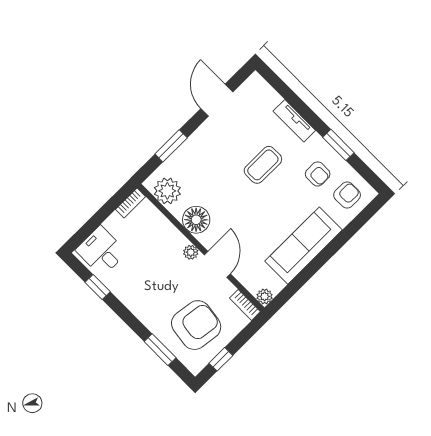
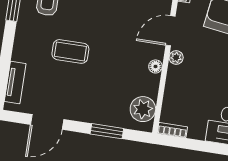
tv unit: (294, 121) -> (15, 83), moved
floor lamp: (196, 220) -> (155, 66), width x0.53, depth x0.53

